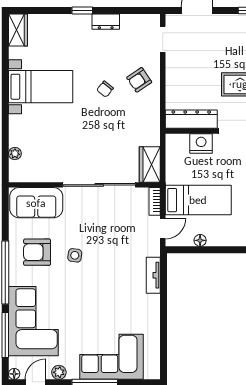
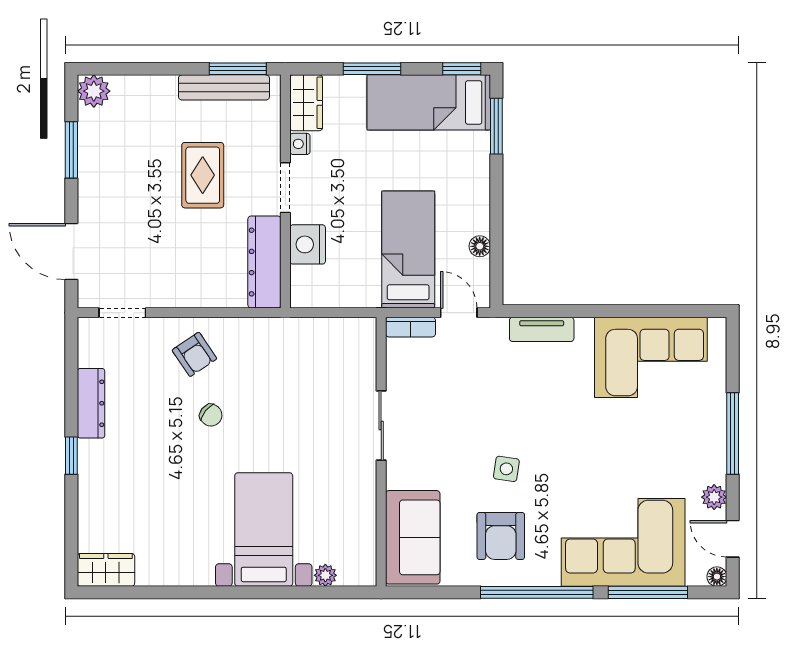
dresser: (106, 22) -> (91, 403), width x1.44
bed with nightstands: (41, 87) -> (264, 530), moved
wardrobe: (150, 164) -> (345, 335), removed
sliding door: (99, 185) -> (381, 426), width x0.54
corner sofa: (111, 357) -> (651, 357), moved, turned -90

